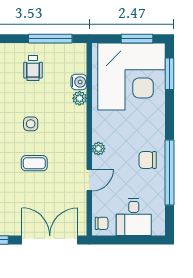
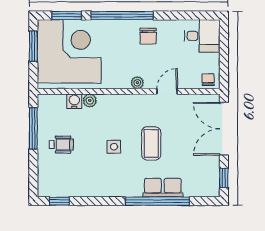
coffee table: (34, 163) -> (151, 143), width x1.36, depth x1.30
window: (169, 173) -> (122, 15), moved
door: (89, 180) -> (167, 91), hinge flipped
desk: (134, 217) -> (202, 36), moved

